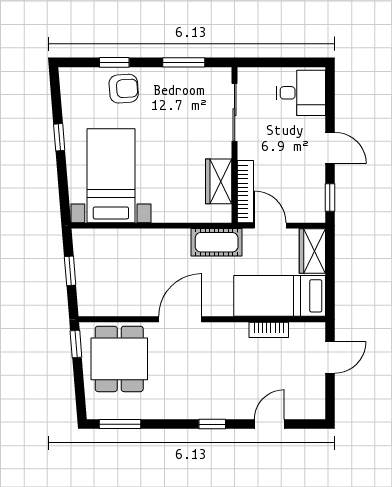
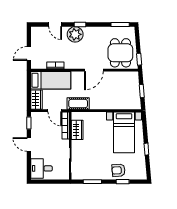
plant: (223, 401) -> (75, 34), added
door: (269, 424) -> (55, 25), hinge flipped

